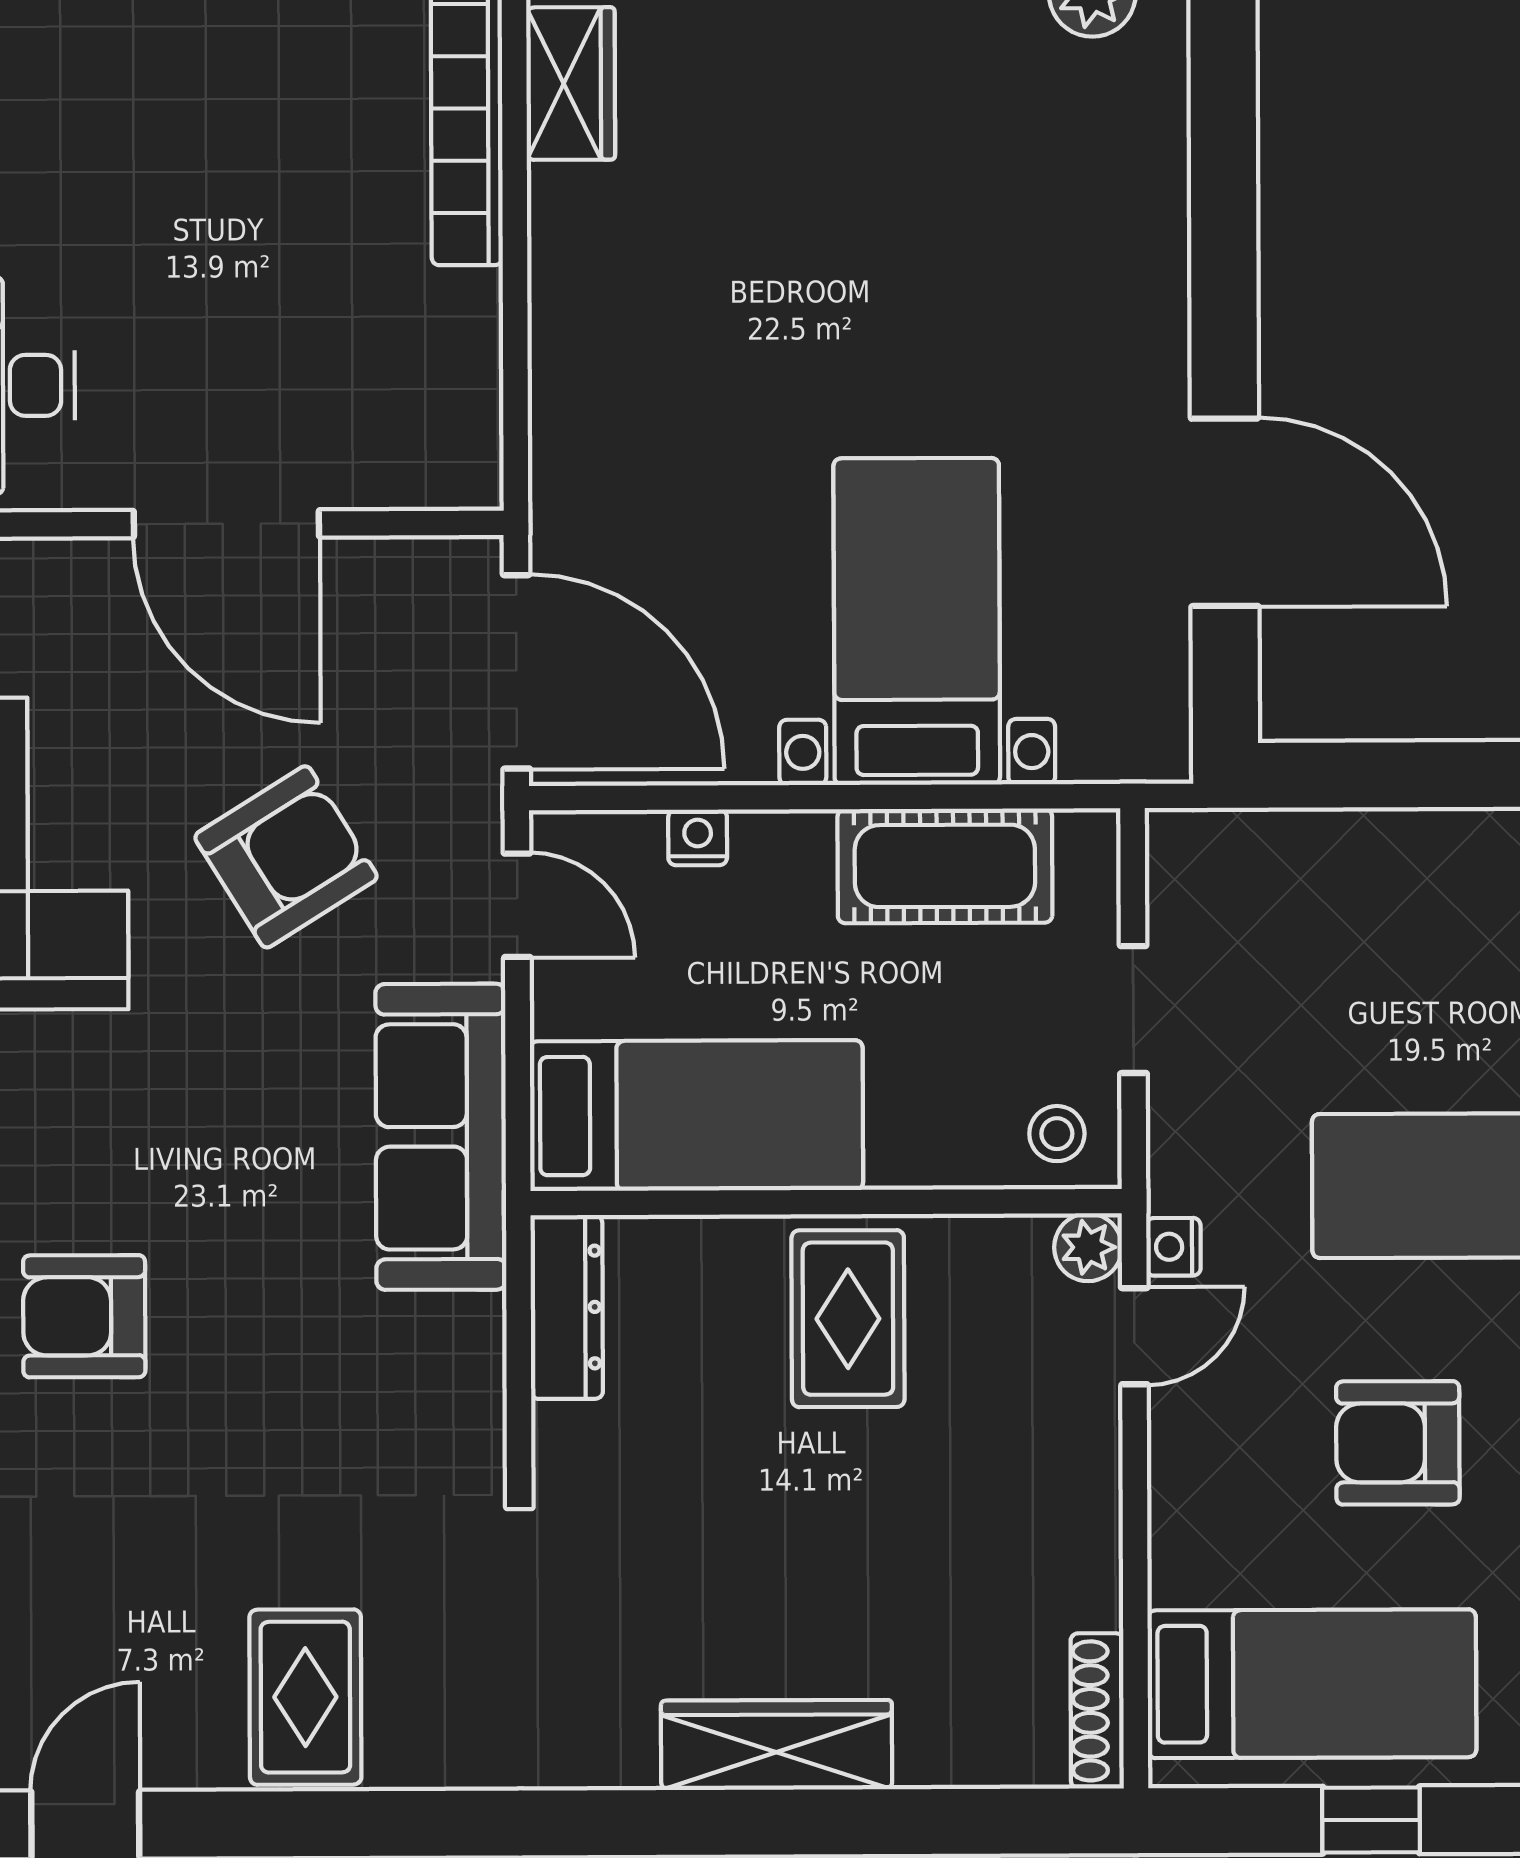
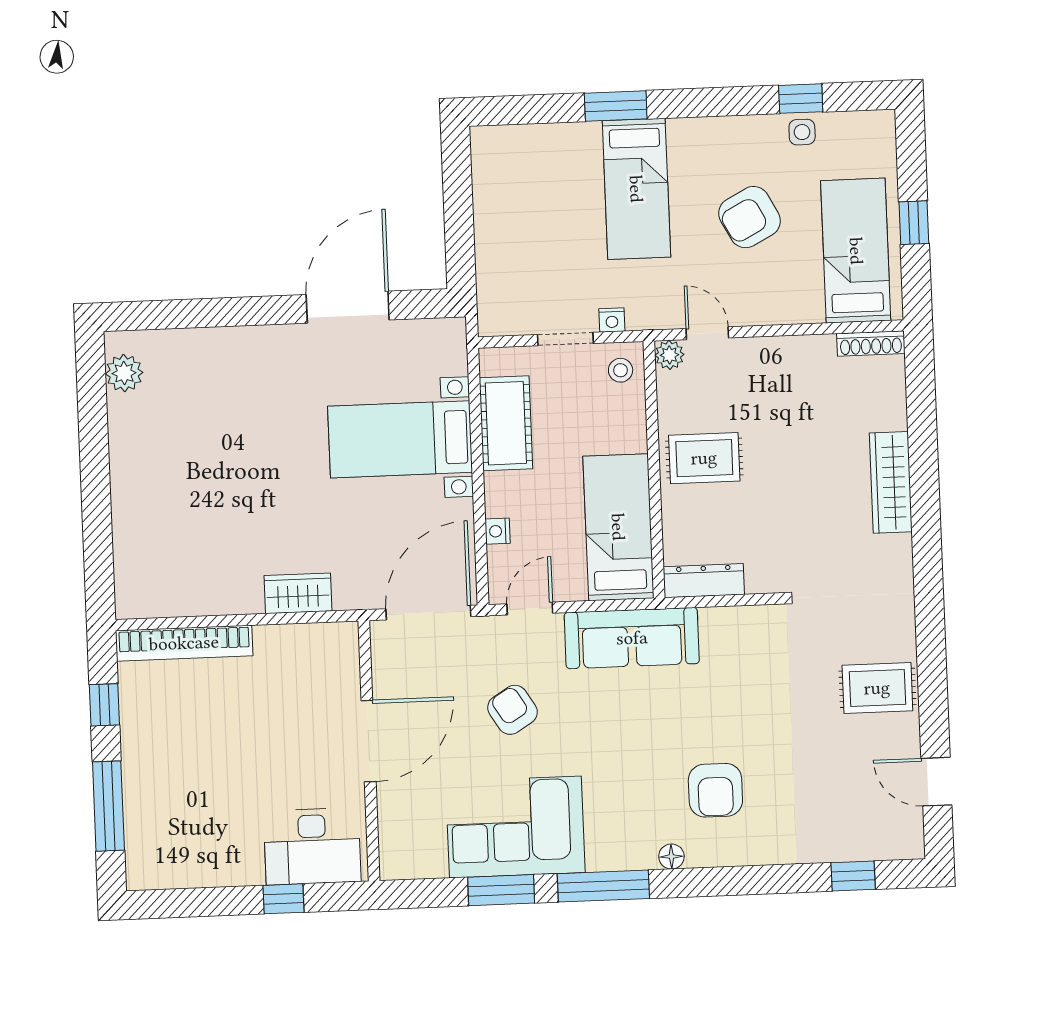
wardrobe: (571, 84) -> (298, 593), moved
armchair: (286, 857) -> (512, 710), width x0.72, depth x0.72
nightstand: (1173, 1247) -> (612, 320), moved
armchair: (1398, 1443) -> (750, 217), turned 62

